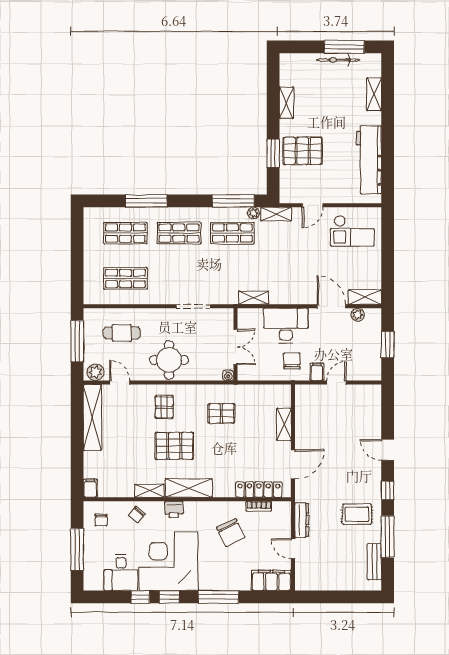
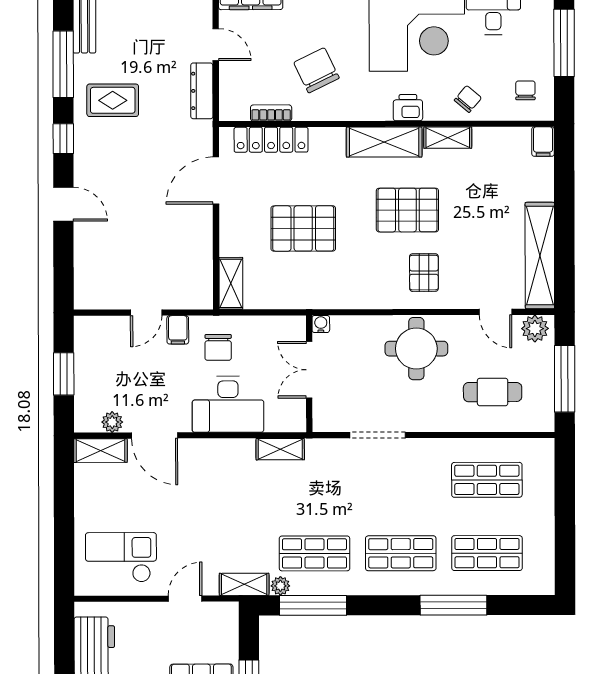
pallet: (221, 413) -> (303, 228), moved, width x1.50, depth x1.42
shelving: (284, 424) -> (231, 283), moved

